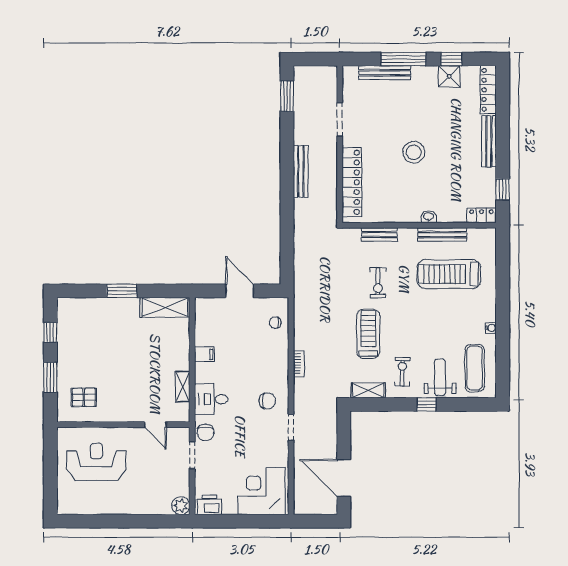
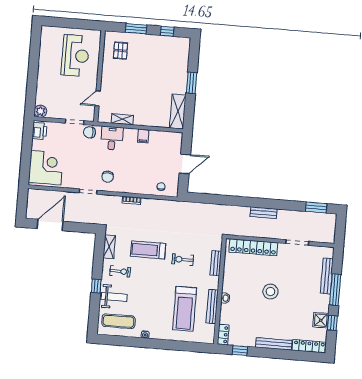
bench: (301, 172) -> (264, 213), width x0.73
treadmill: (449, 274) -> (185, 309), turned 180
treadmill: (368, 334) -> (148, 250), turned 180

